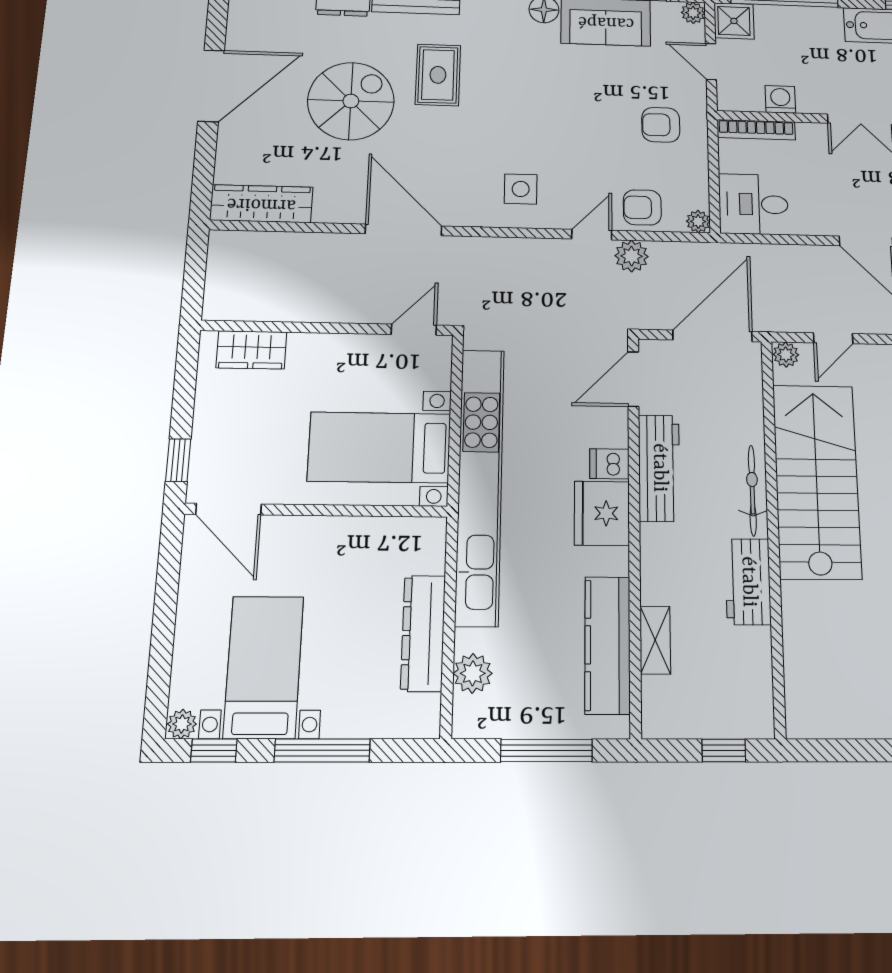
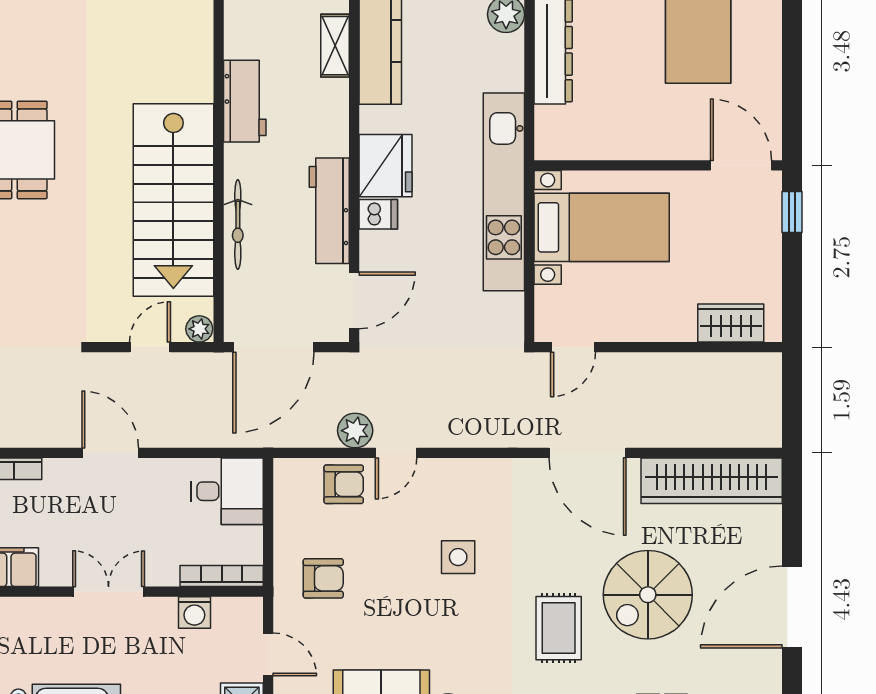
side table: (521, 189) -> (458, 557), moved
wardrobe: (261, 204) -> (712, 481), width x1.40, depth x1.17
plant: (698, 221) -> (286, 470), removed
kitchen unit: (480, 485) -> (504, 192), width x0.73
bicycle: (752, 490) -> (238, 225), moved

